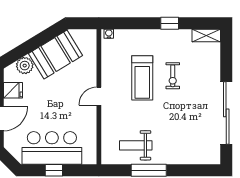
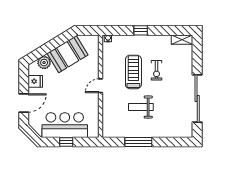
window: (170, 23) -> (141, 30), moved
treadmill: (142, 78) -> (133, 72), turned 180
weight bench: (136, 145) -> (141, 107), moved

